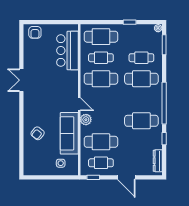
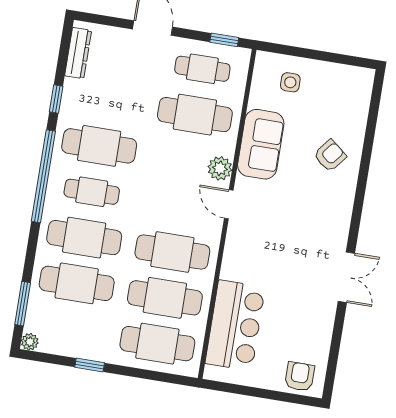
cafe table: (101, 58) -> (165, 298), width x1.37, depth x1.35
cafe table: (141, 58) -> (77, 283), width x1.37, depth x1.35
cafe table: (141, 100) -> (92, 192), added
sofa: (69, 133) -> (261, 144), width x0.73

